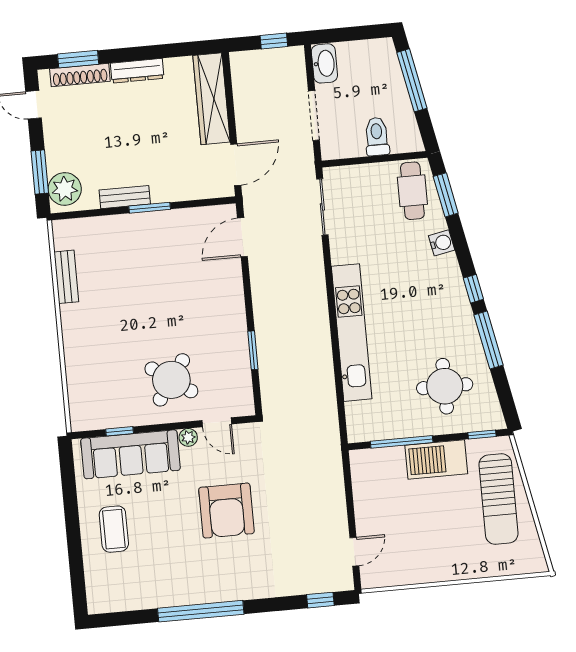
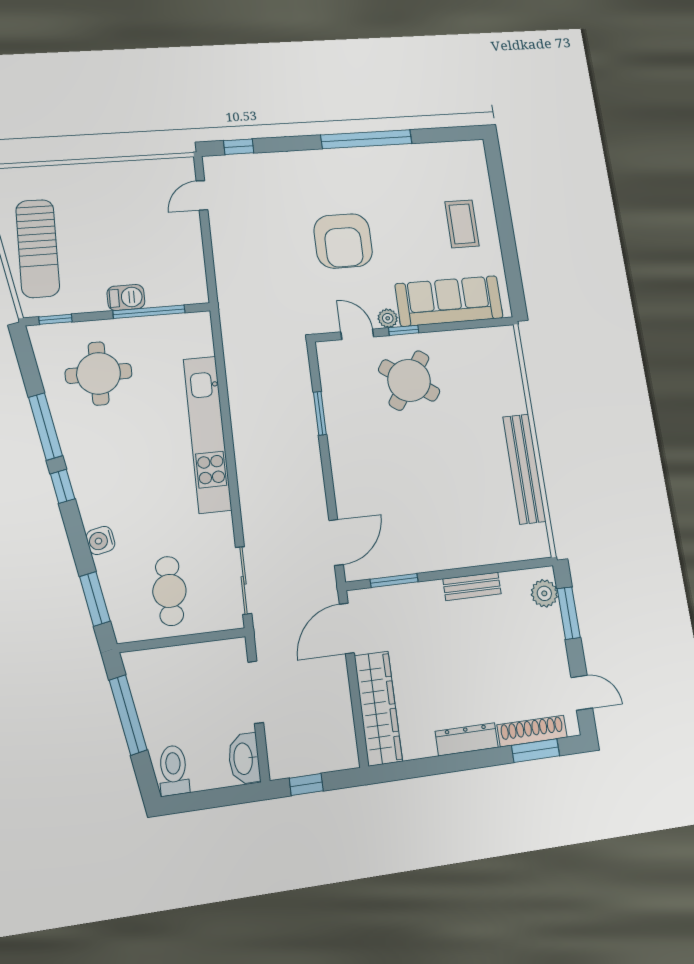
window: (412, 80) -> (128, 715), moved
toilet: (377, 137) -> (174, 770), moved, turned 180
plant: (65, 189) -> (544, 593), width x0.73, depth x0.73
cafe table: (412, 191) -> (169, 591), moved
window: (150, 208) -> (394, 581), moved
bench: (66, 277) -> (524, 469), width x1.86, depth x1.21
window: (120, 431) -> (404, 330), moved
barbecue: (436, 459) -> (126, 297), width x0.53, depth x0.65
sun lounger: (498, 499) -> (38, 248), turned 180
armchair: (226, 511) -> (343, 241), turned 180

